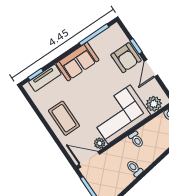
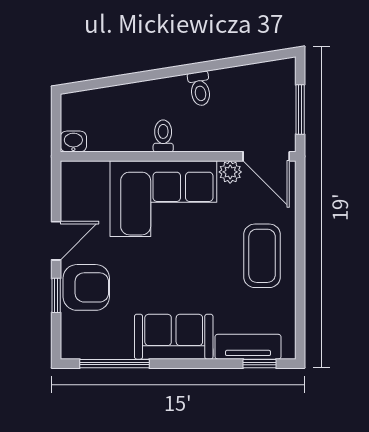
armchair: (126, 58) -> (86, 287), turned 90
plant: (154, 104) -> (92, 177), removed

